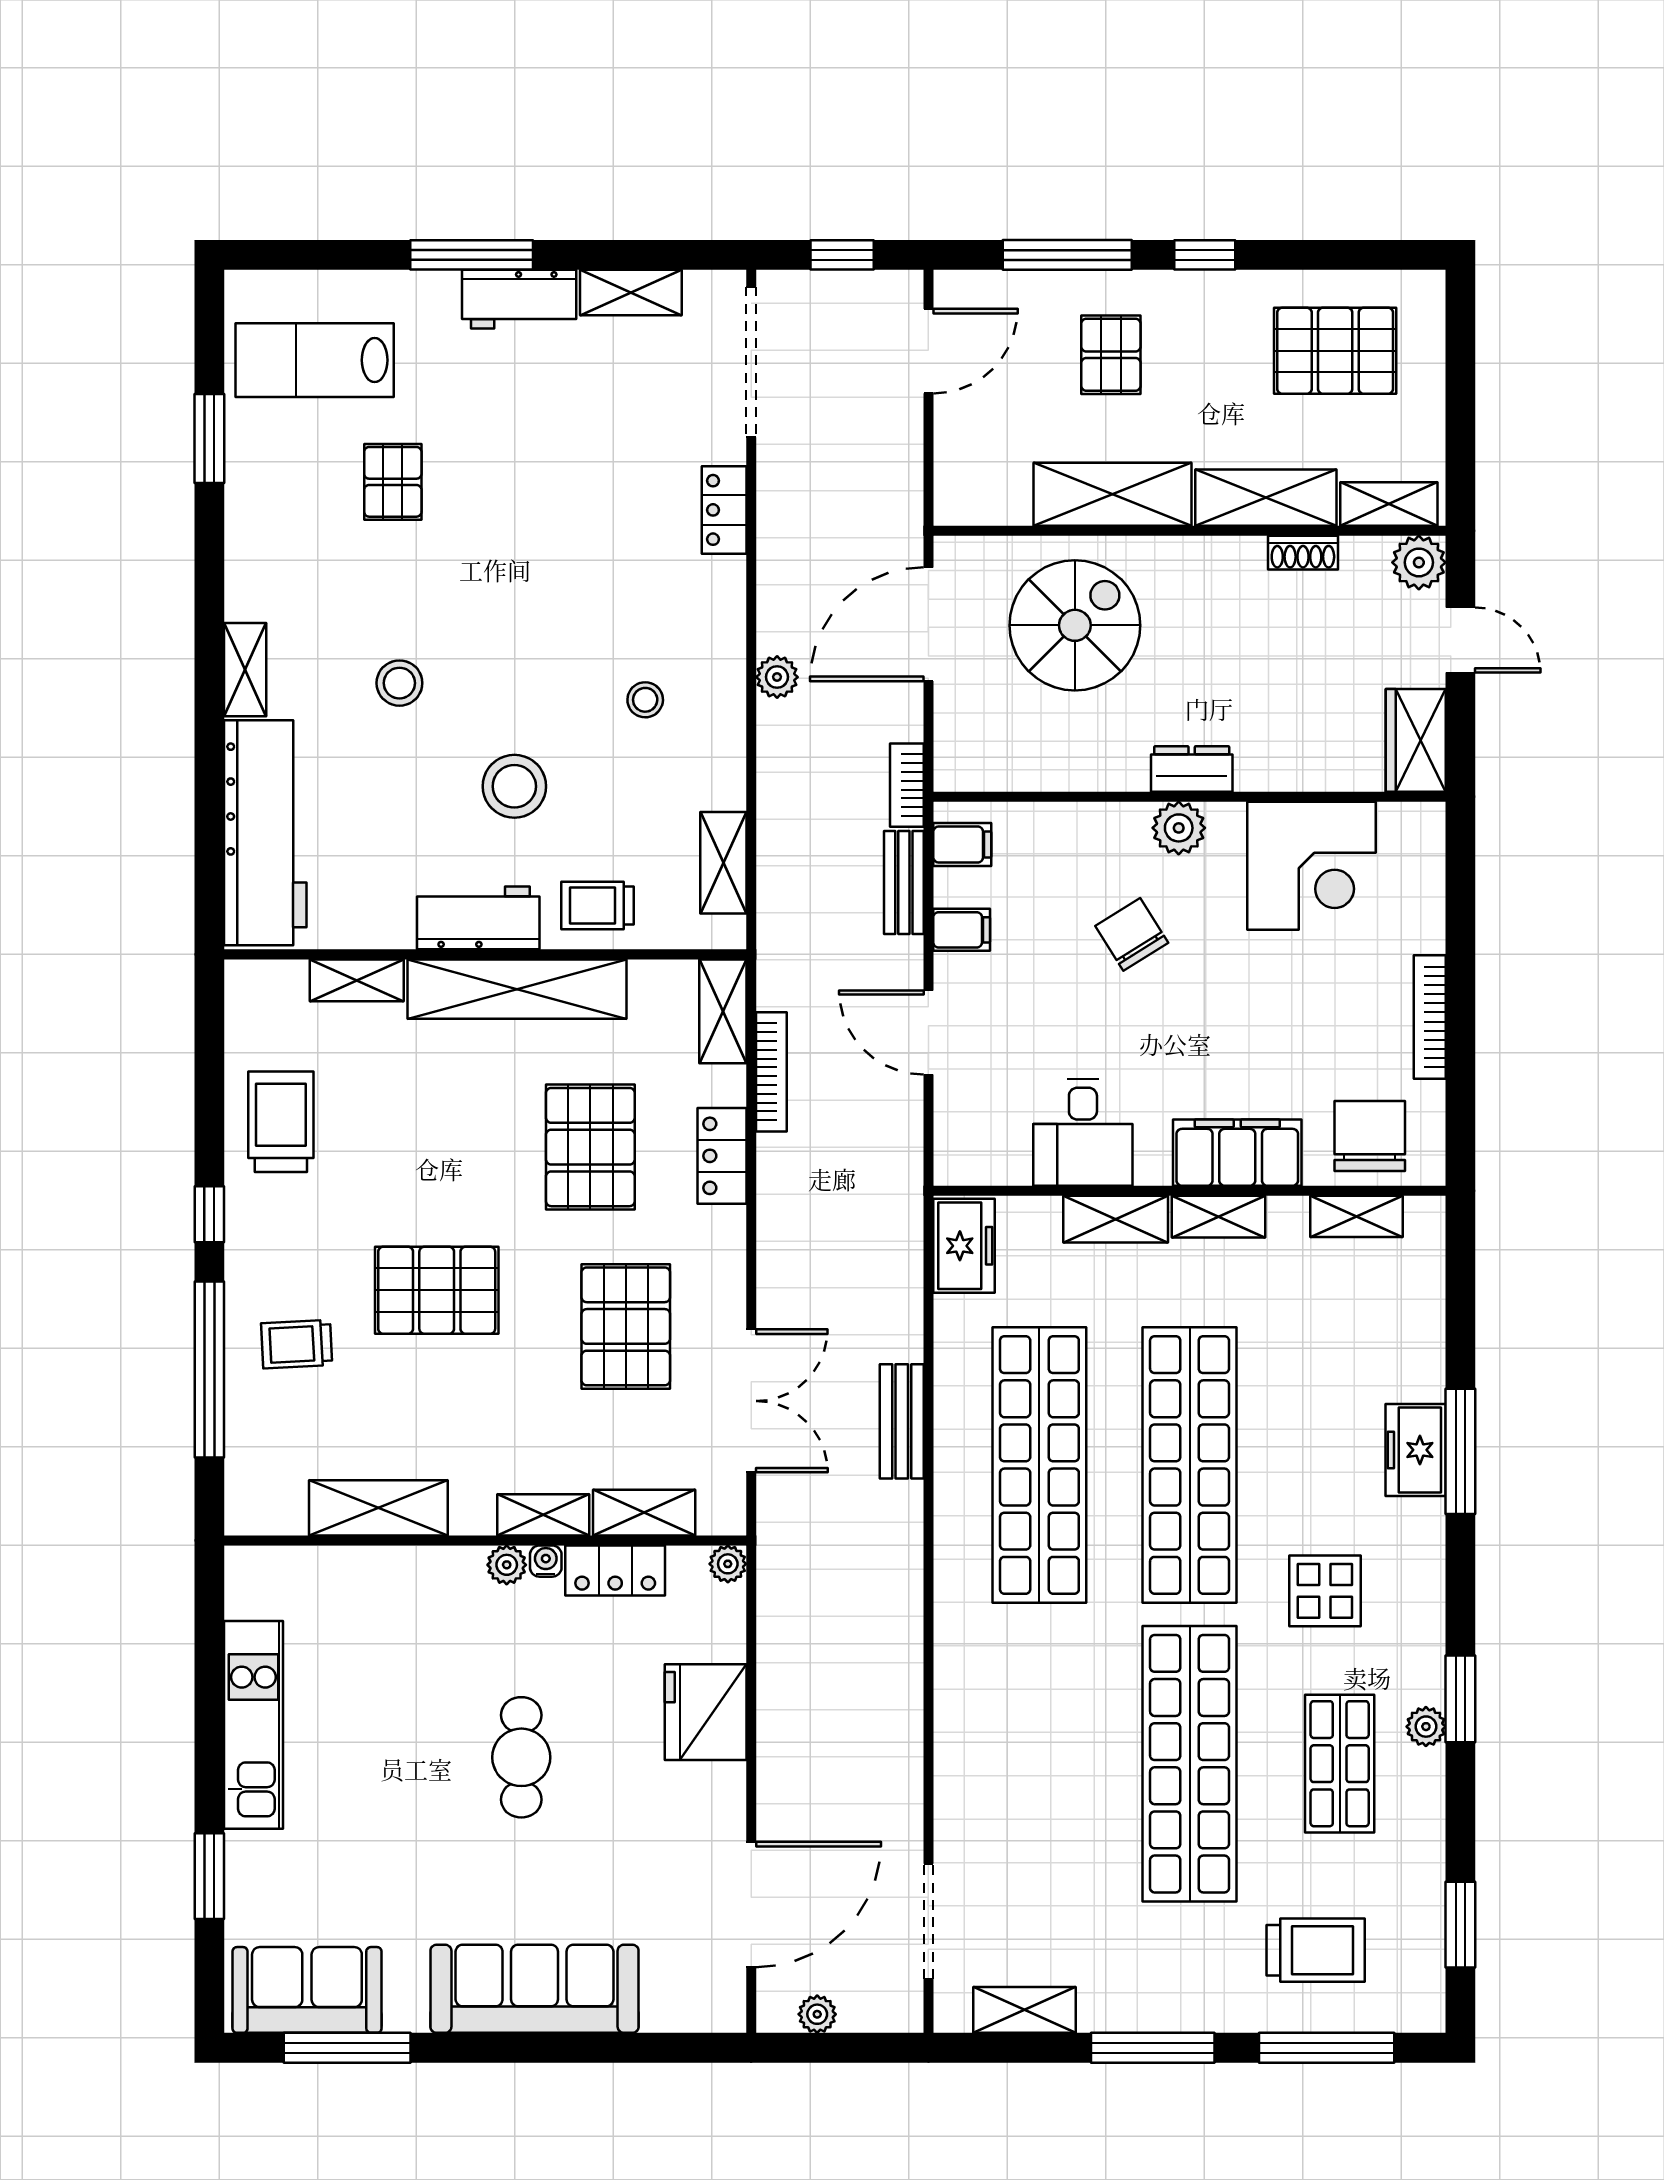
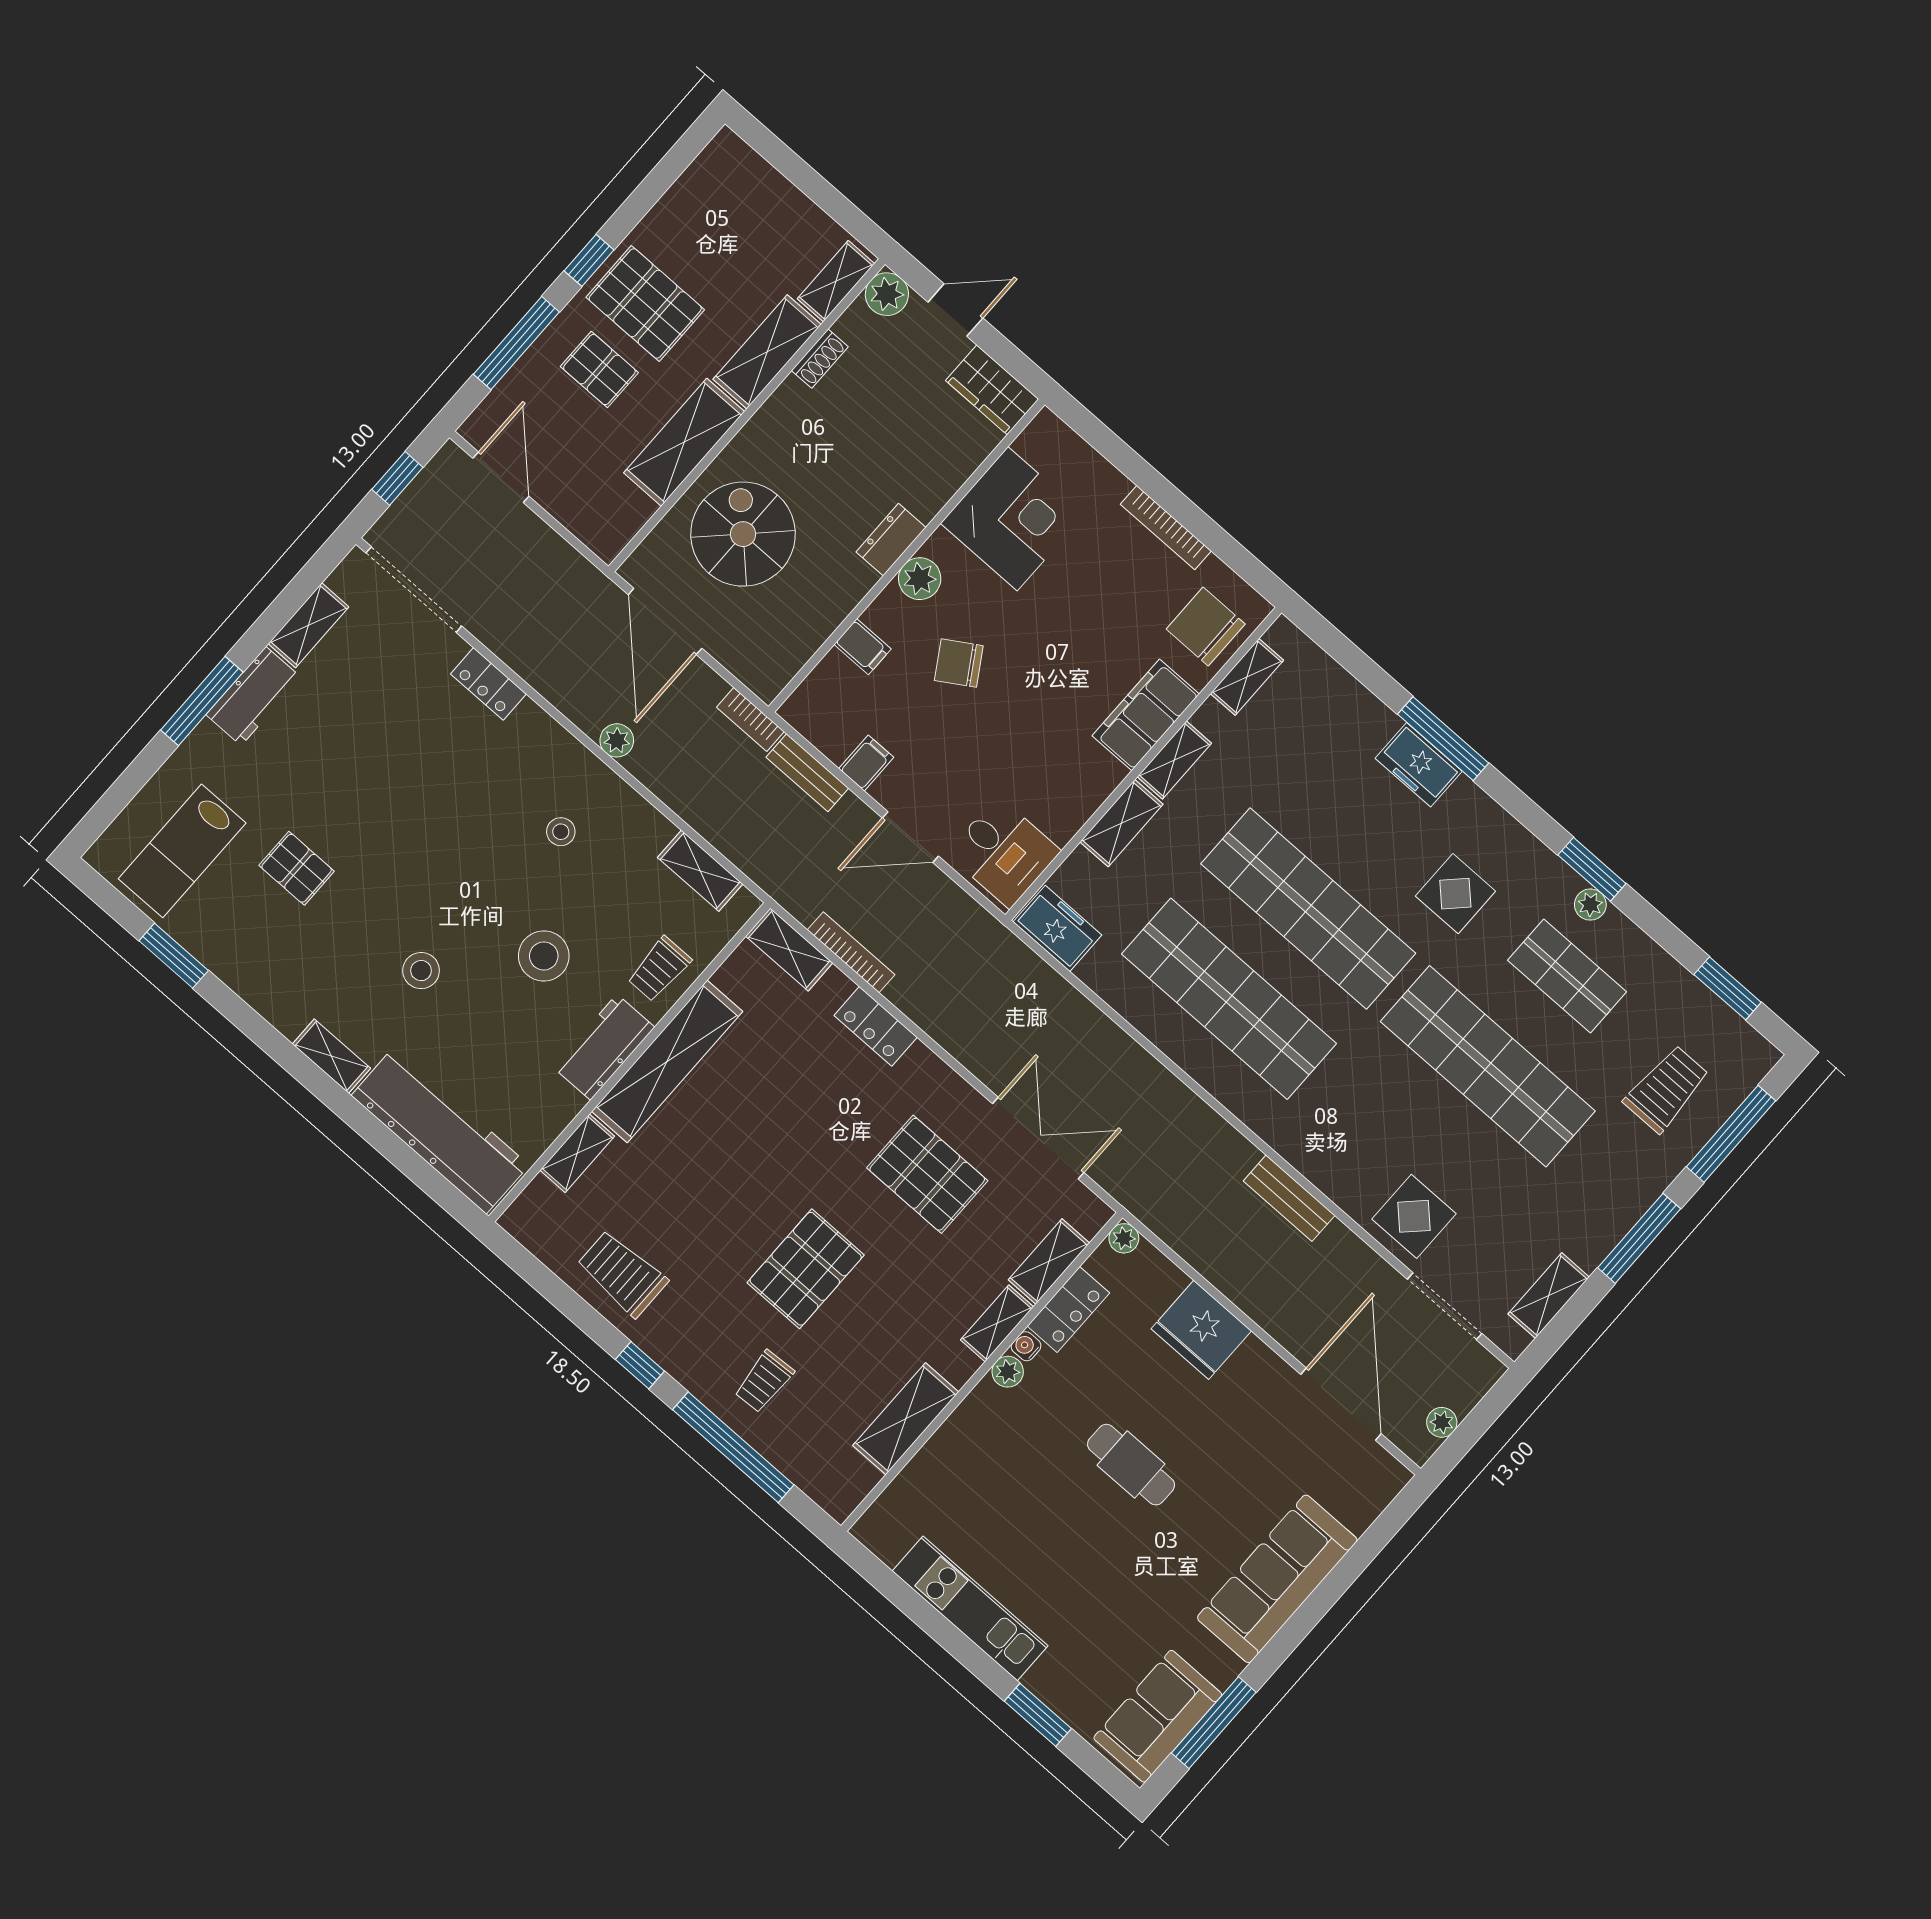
pallet: (1335, 351) -> (645, 303), moved, turned 90
filing cabinet: (962, 845) -> (863, 647), moved, turned 90
desk: (1083, 1132) -> (1004, 852), moved
pallet: (590, 1147) -> (801, 1101), removed
bench: (902, 1421) -> (1289, 1198), moved
display table: (988, 1818) -> (1414, 1216), added

